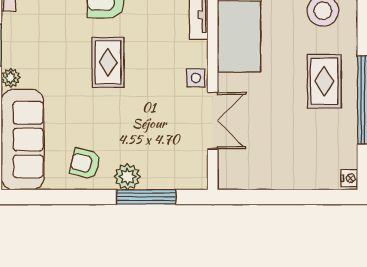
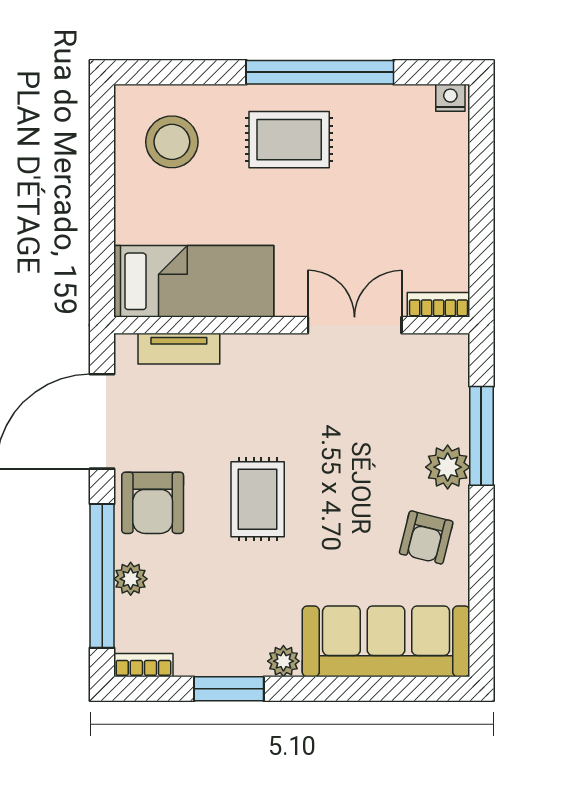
rug: (108, 62) -> (258, 499), turned 90
side table: (196, 78) -> (284, 353), removed
bookcase: (225, 171) -> (439, 305), added

